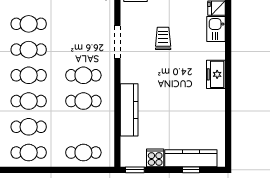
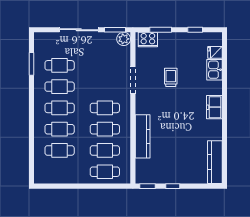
cafe table: (29, 153) -> (105, 150), moved
cooker: (155, 158) -> (164, 176), removed
kitchen counter: (191, 158) -> (215, 162), moved, turned -90
window: (191, 170) -> (173, 186), moved

